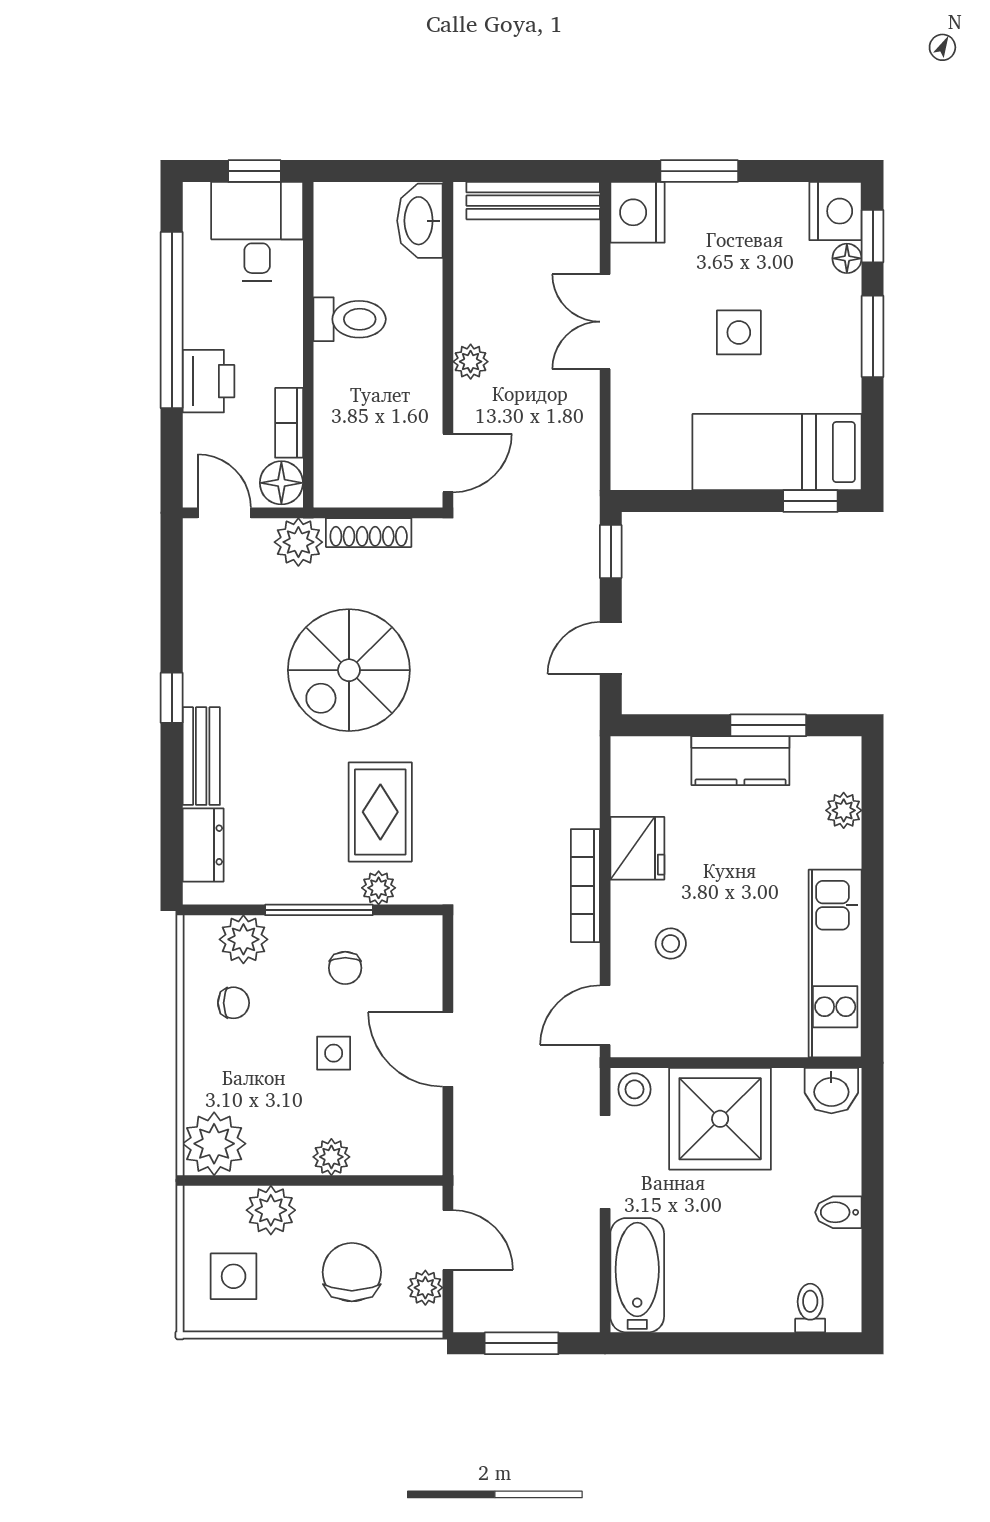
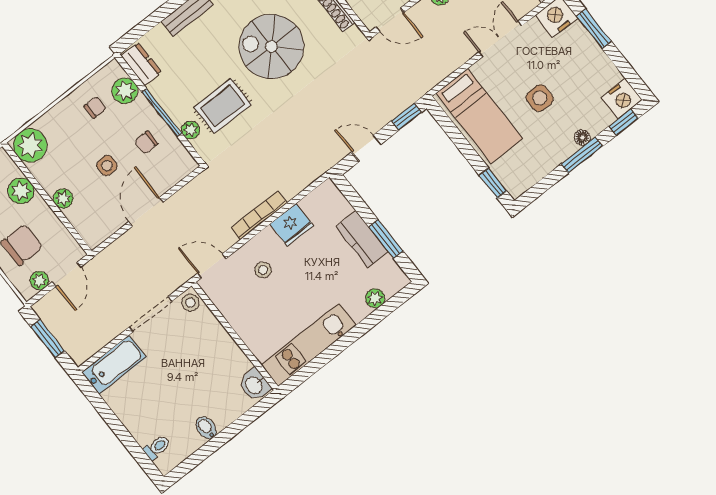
floor lamp: (847, 258) -> (582, 138), moved
bed: (777, 452) -> (479, 116), moved, turned 180
dresser: (203, 845) -> (141, 64), moved, turned -90
chair: (234, 1003) -> (95, 107), turned -90
shower: (720, 1119) -> (206, 348), removed

